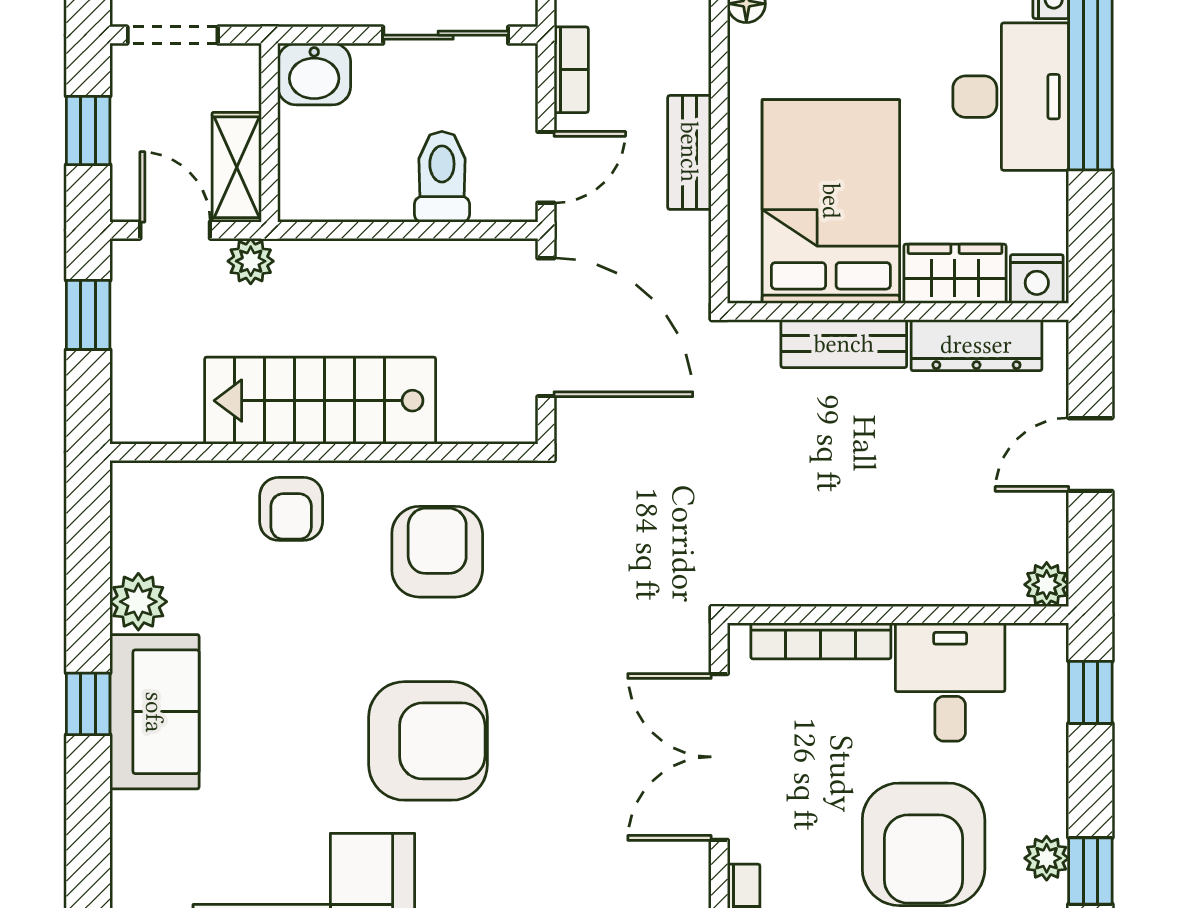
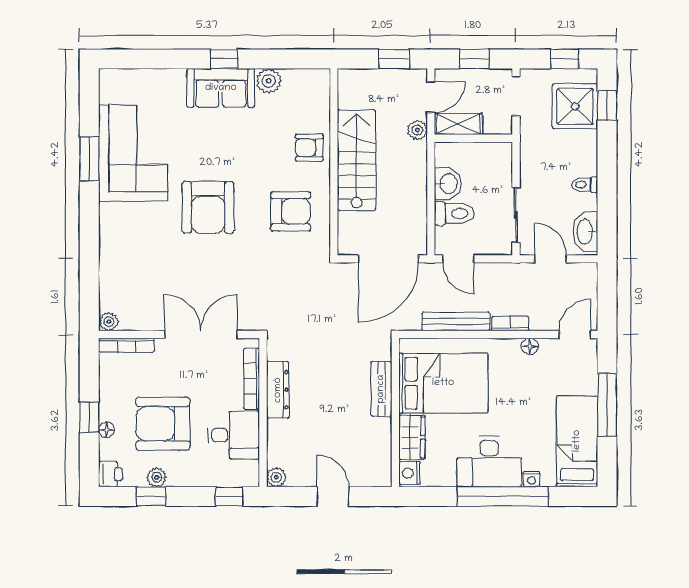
bookcase: (571, 70) -> (510, 323), moved, turned 180
washbasin: (314, 74) -> (448, 184), moved, turned 180
bench: (689, 152) -> (456, 321), width x1.36
dresser: (976, 345) -> (278, 390), moved, turned 180

